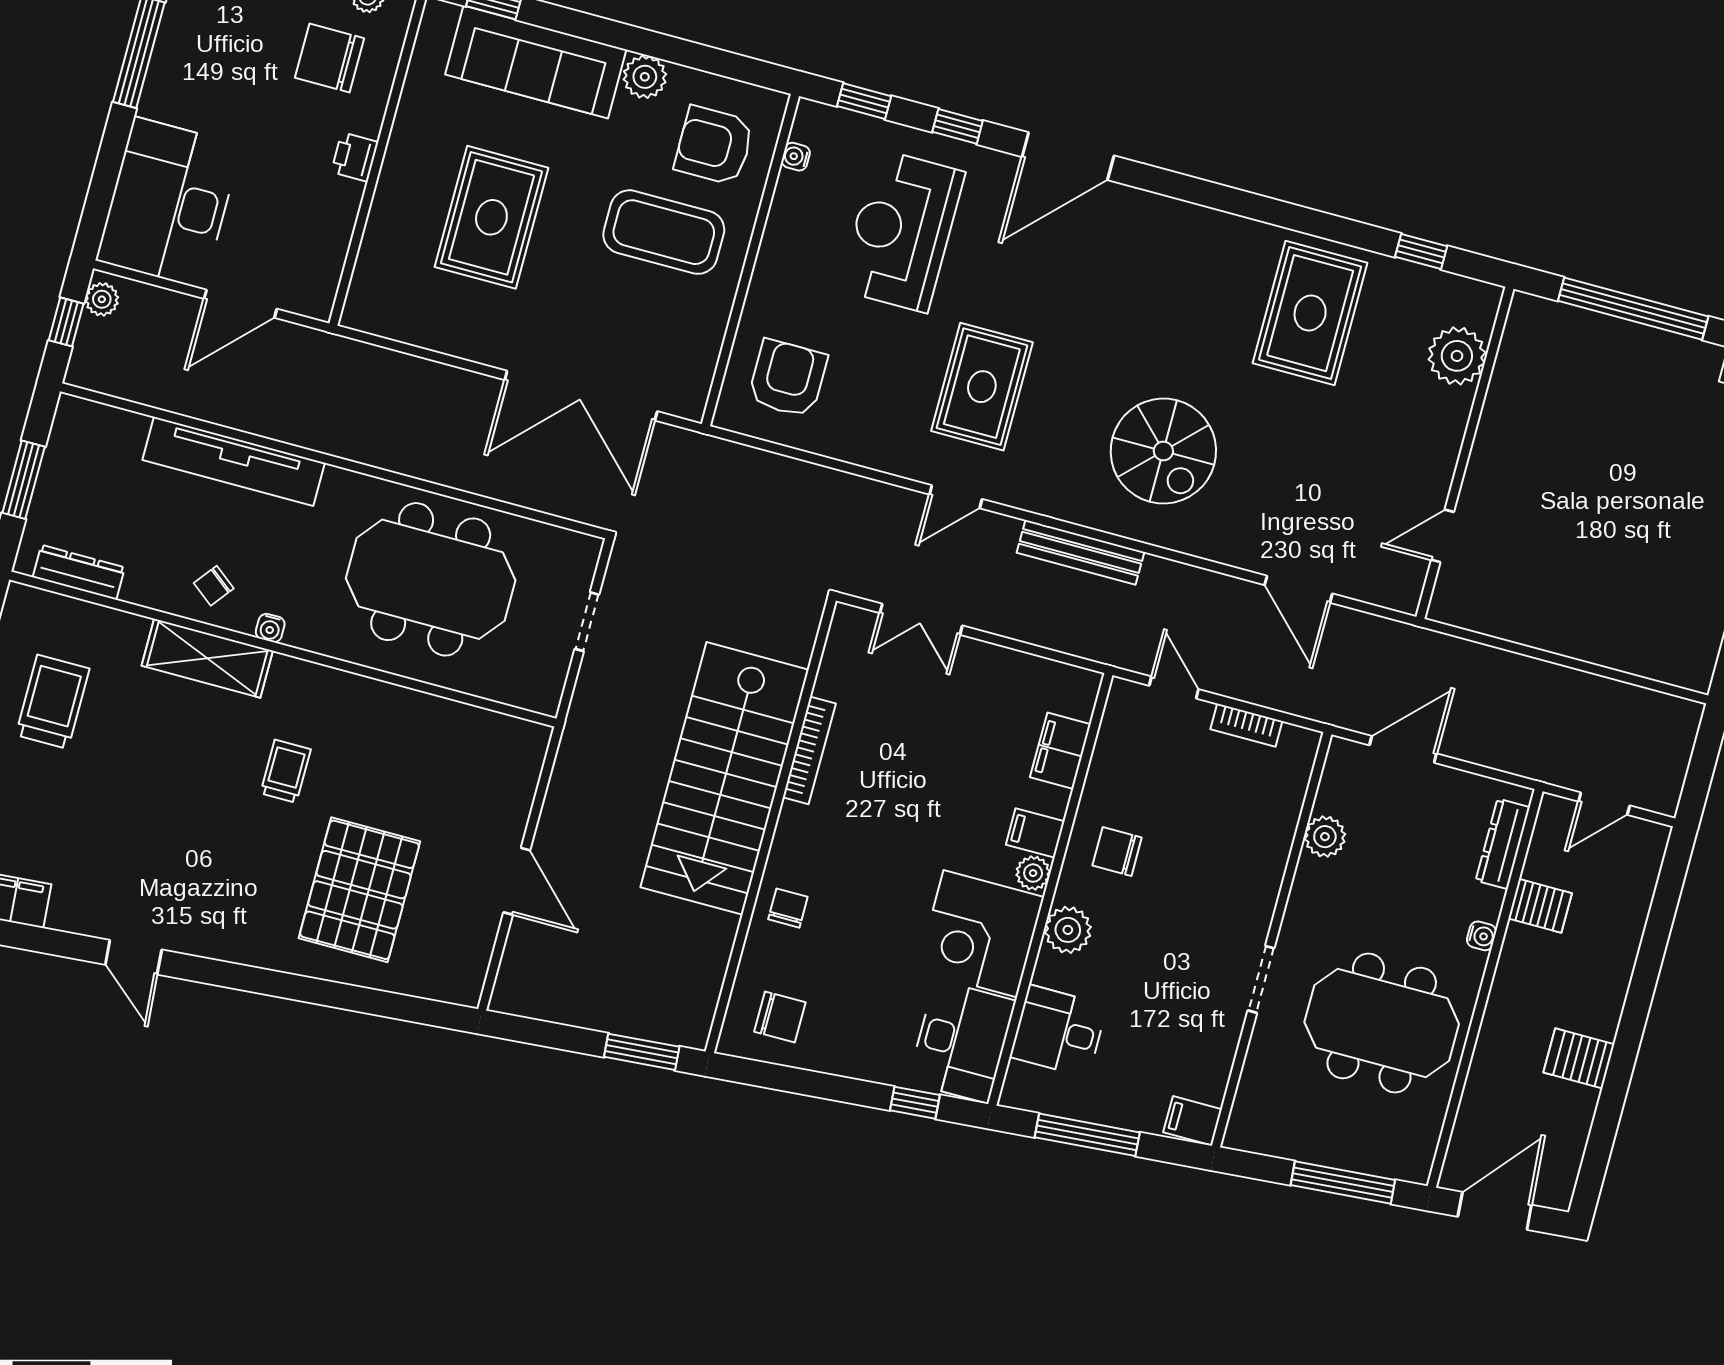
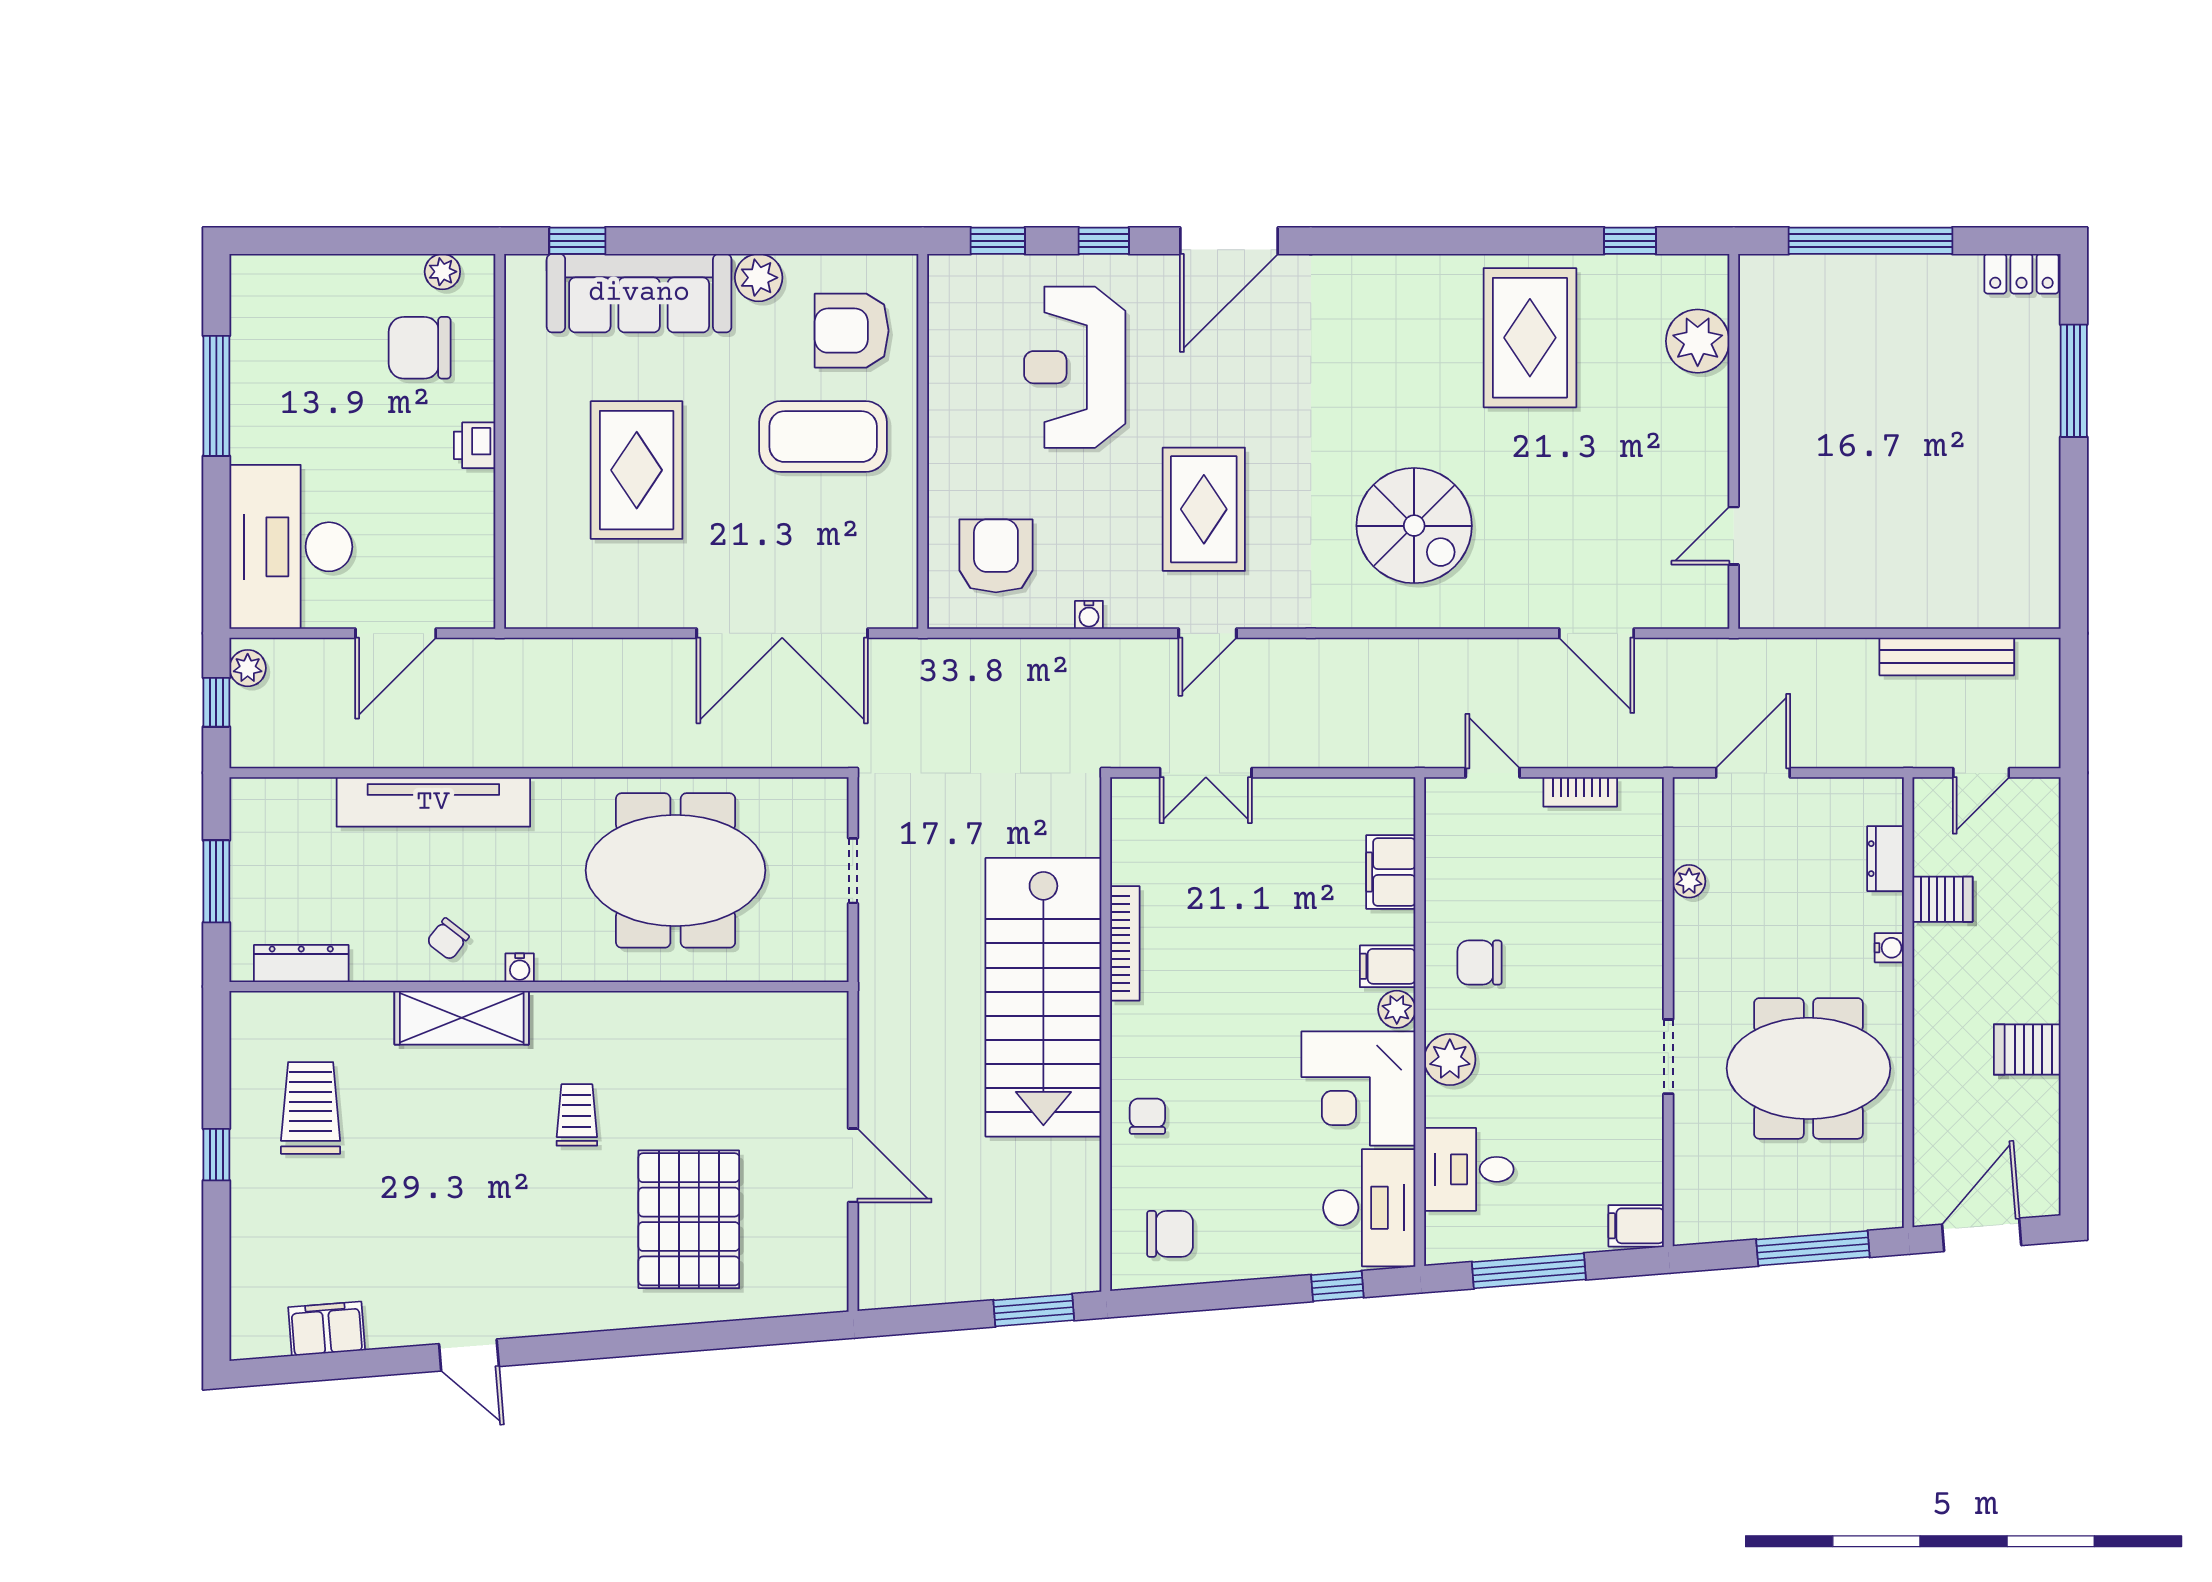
water cooler: (796, 157) -> (1089, 615), moved, turned -90
bench: (1081, 552) -> (1947, 656), moved
plant: (1325, 837) -> (1689, 881), width x0.73, depth x0.73
dresser: (1503, 844) -> (1885, 859), width x0.70

